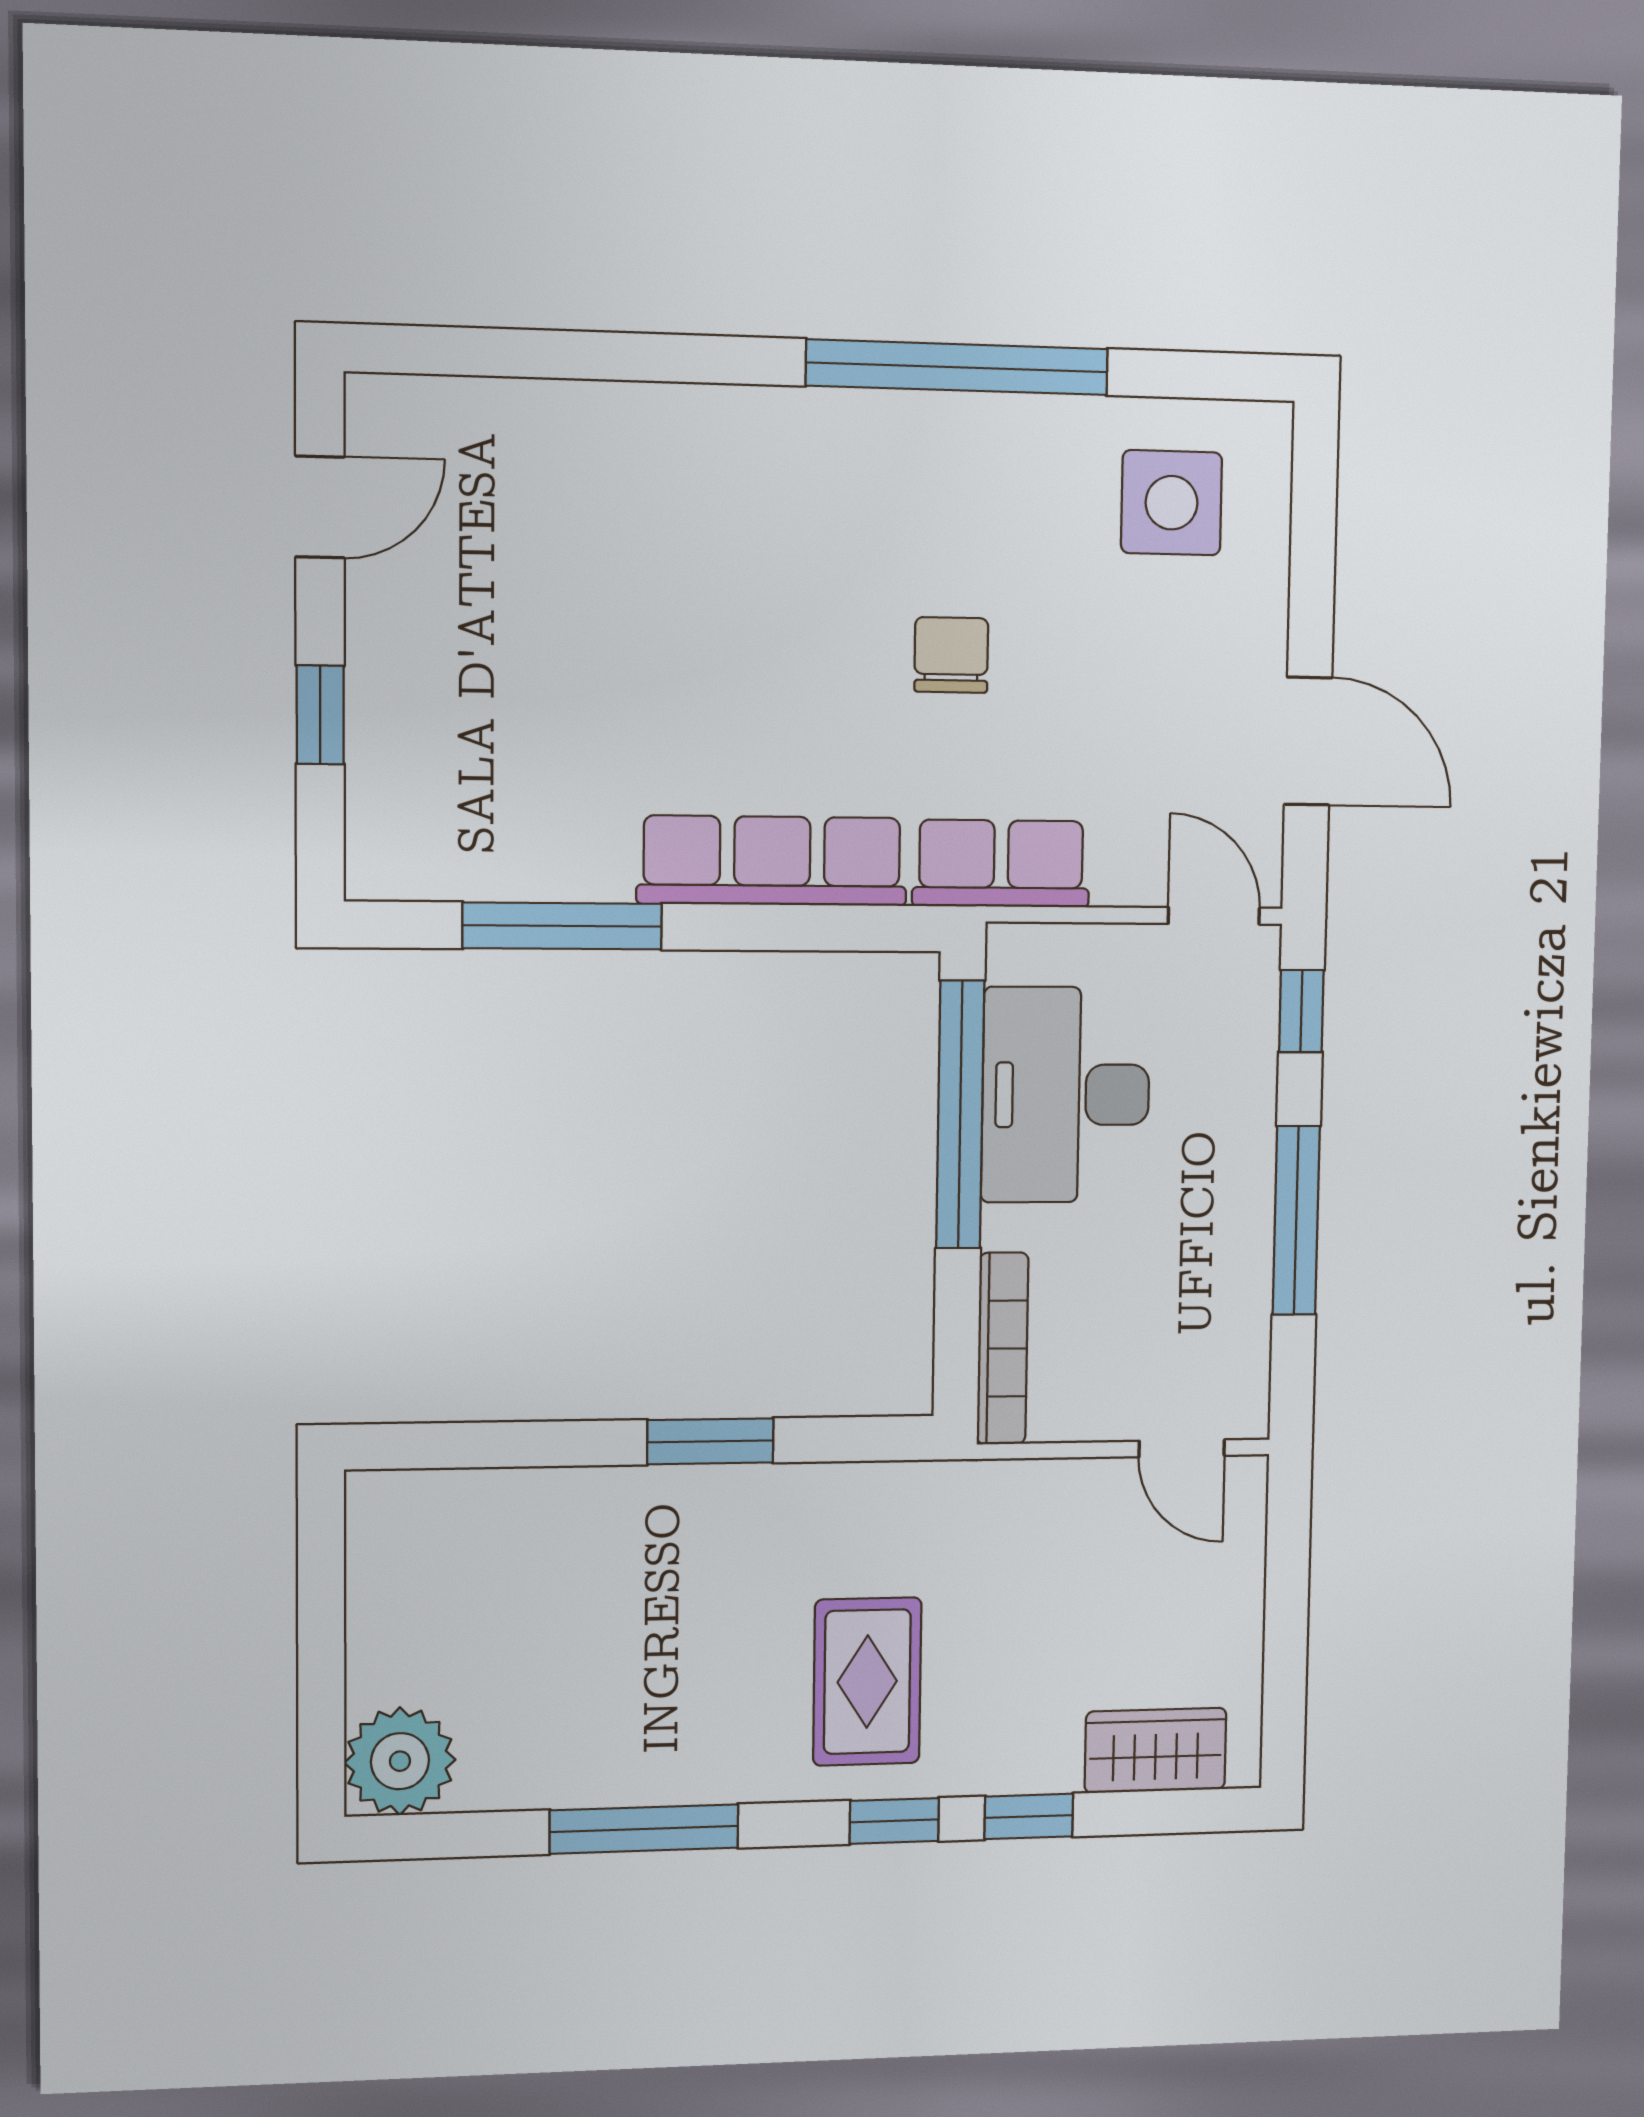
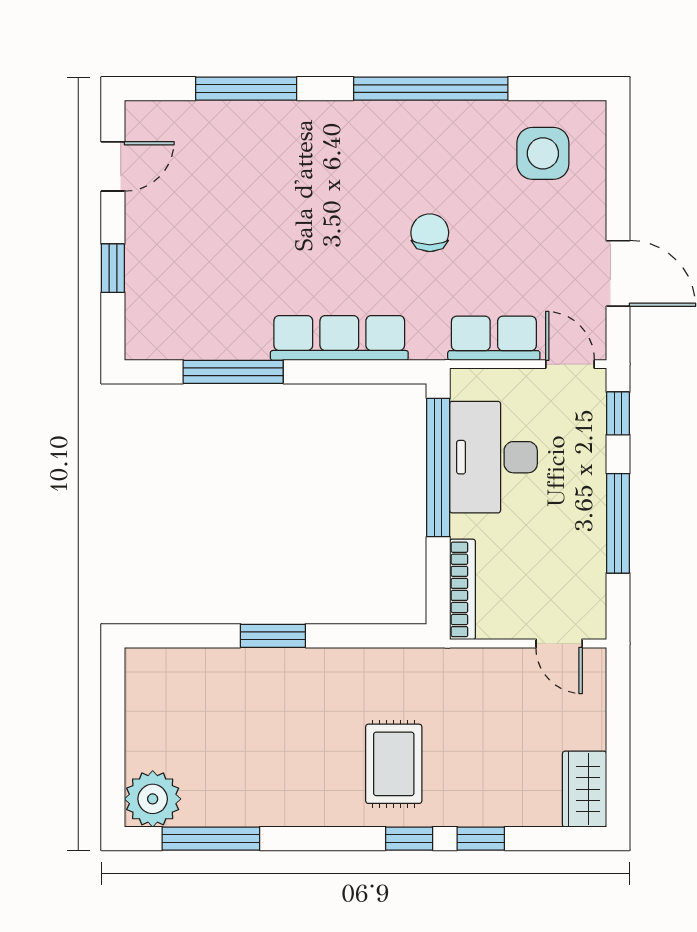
window: (591, 355) -> (246, 89), added
row of seats: (1001, 864) -> (494, 338), moved
window: (710, 1441) -> (273, 636), moved
wardrobe: (1156, 1750) -> (585, 789), moved, turned -90
window: (644, 1829) -> (211, 839), moved

